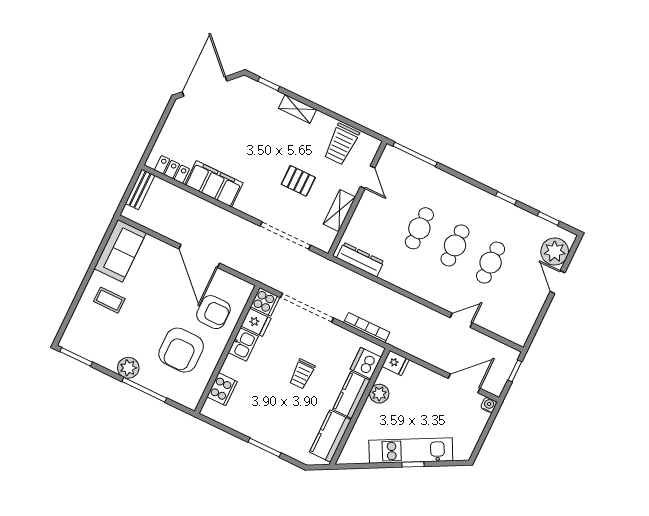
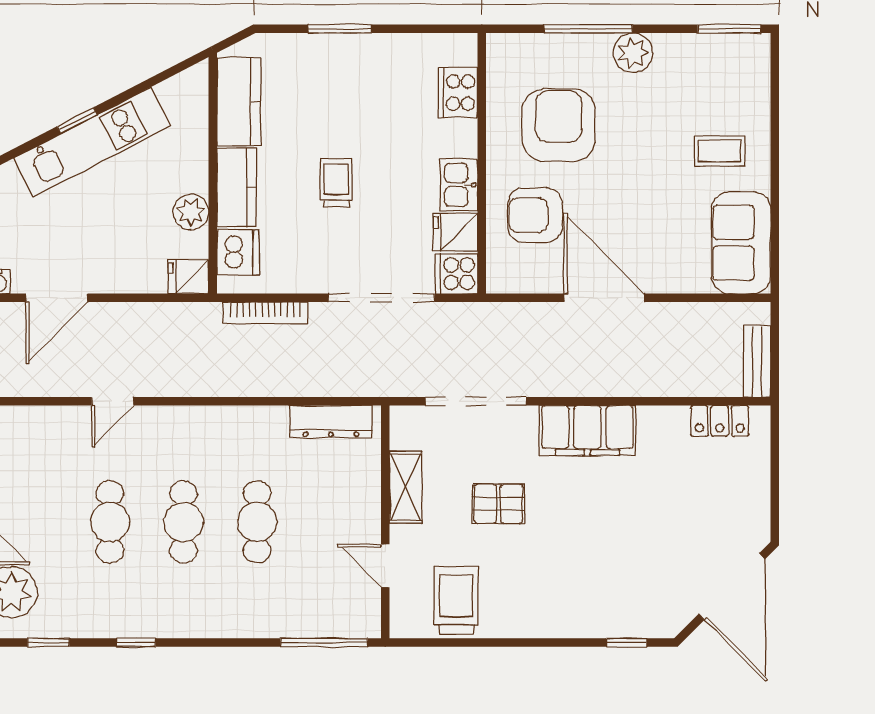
shelving: (298, 109) -> (558, 624), removed
filing cabinet: (214, 184) -> (587, 430), moved

